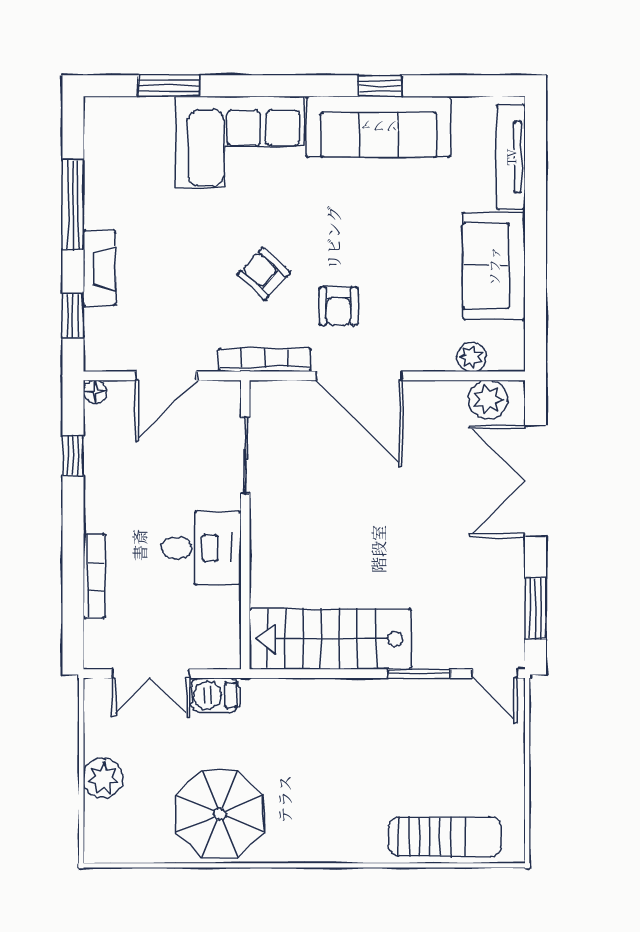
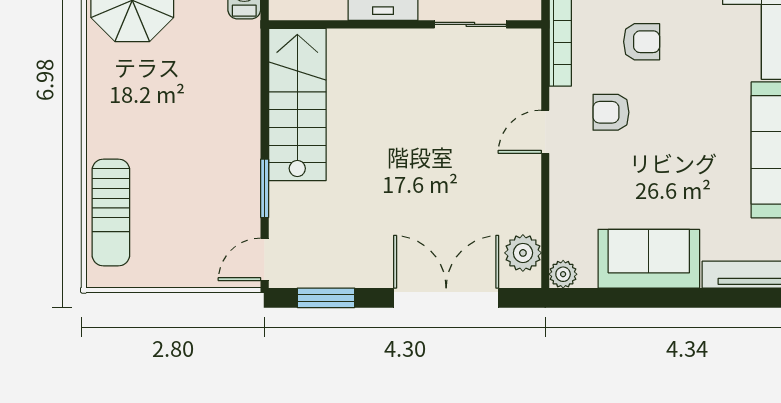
armchair: (264, 274) -> (642, 42), turned 47
plant: (471, 357) -> (563, 274), moved
door: (359, 376) -> (545, 132), width x0.53

